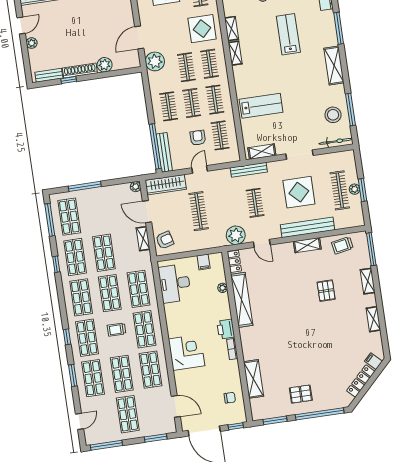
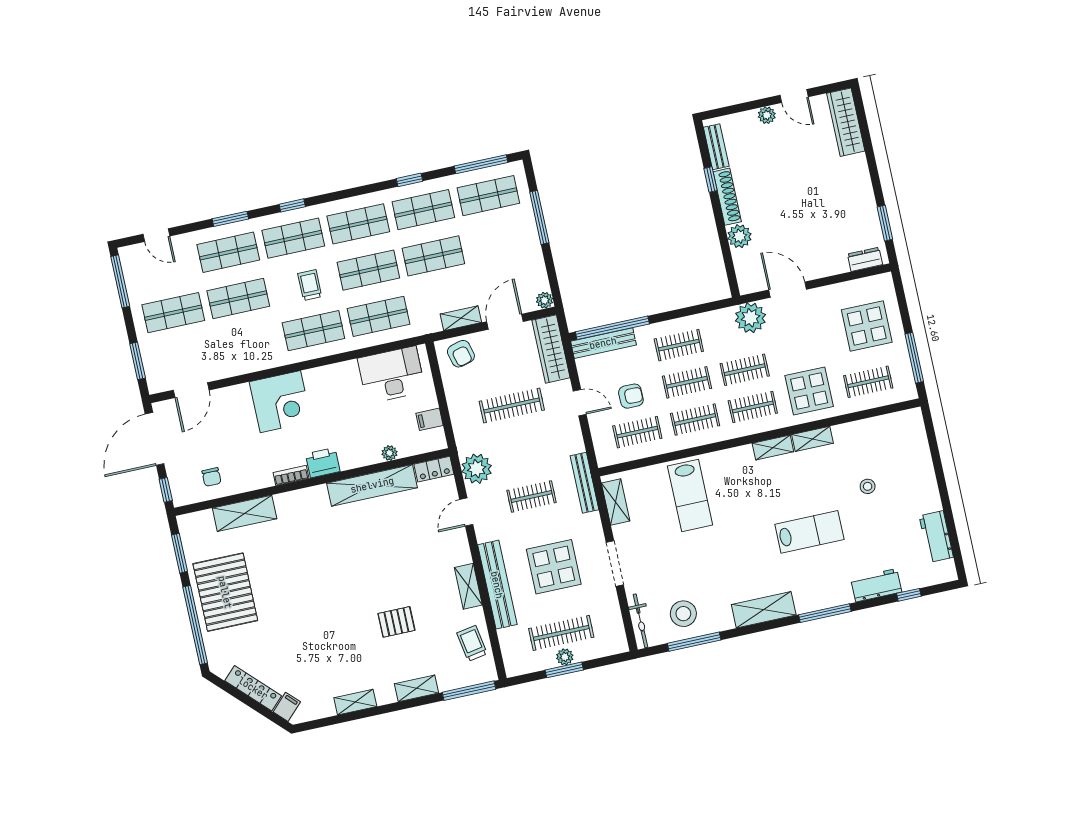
shop shelf: (150, 370) -> (248, 345), removed
pallet: (301, 394) -> (225, 592), width x2.05, depth x2.00

